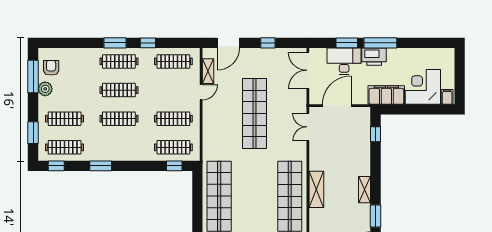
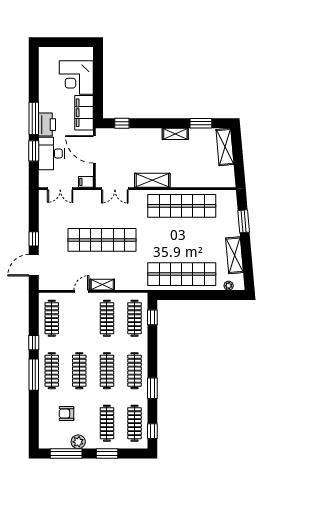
window: (115, 43) -> (34, 375), width x1.44
door: (228, 43) -> (34, 265), swing flipped
window: (268, 43) -> (34, 239), moved
armchair: (51, 68) -> (66, 414), moved
double door: (308, 70) -> (60, 189), width x0.73
shelving: (208, 71) -> (102, 285), moved
door: (201, 92) -> (81, 291), hinge flipped
filing cabinet: (447, 97) -> (86, 182), moved
door: (337, 106) -> (94, 149), moved
window: (33, 133) -> (107, 454), moved
clothes rail: (119, 147) -> (135, 371), added
shelving: (316, 189) -> (152, 180), moved

